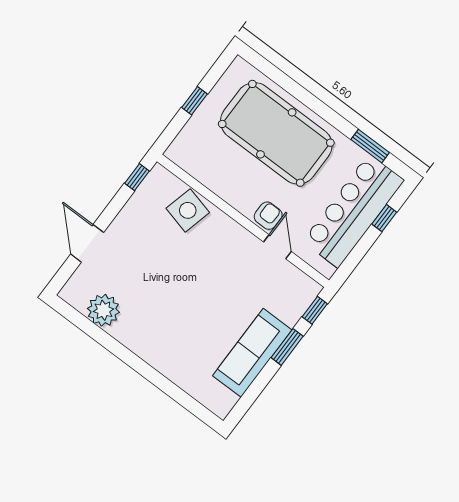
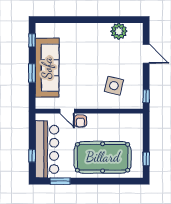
window: (194, 101) -> (146, 159), moved
side table: (188, 210) -> (114, 86), moved
window: (315, 310) -> (32, 40), moved
sofa: (252, 353) -> (47, 68), width x1.36, depth x1.27

